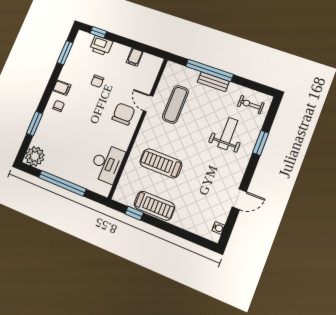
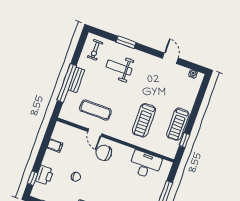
door: (148, 103) -> (95, 133), hinge flipped
treadmill: (154, 206) -> (178, 124), turned 180

